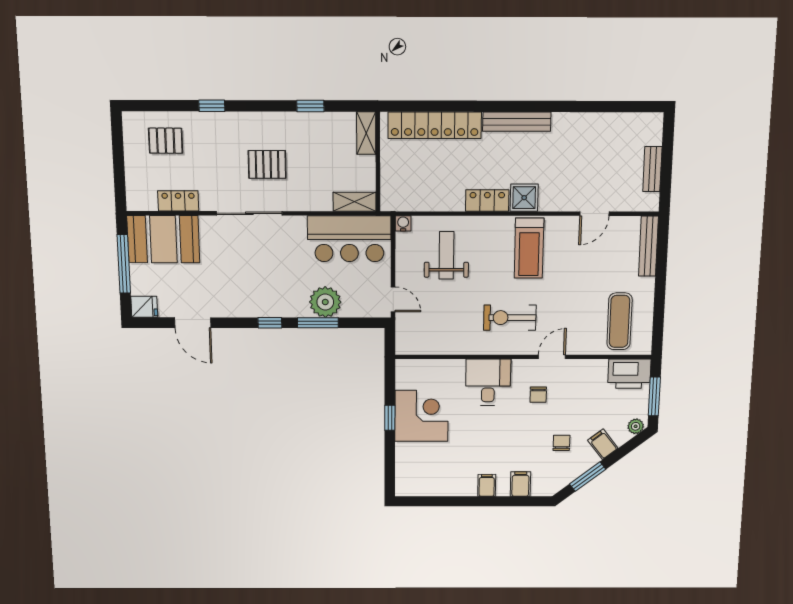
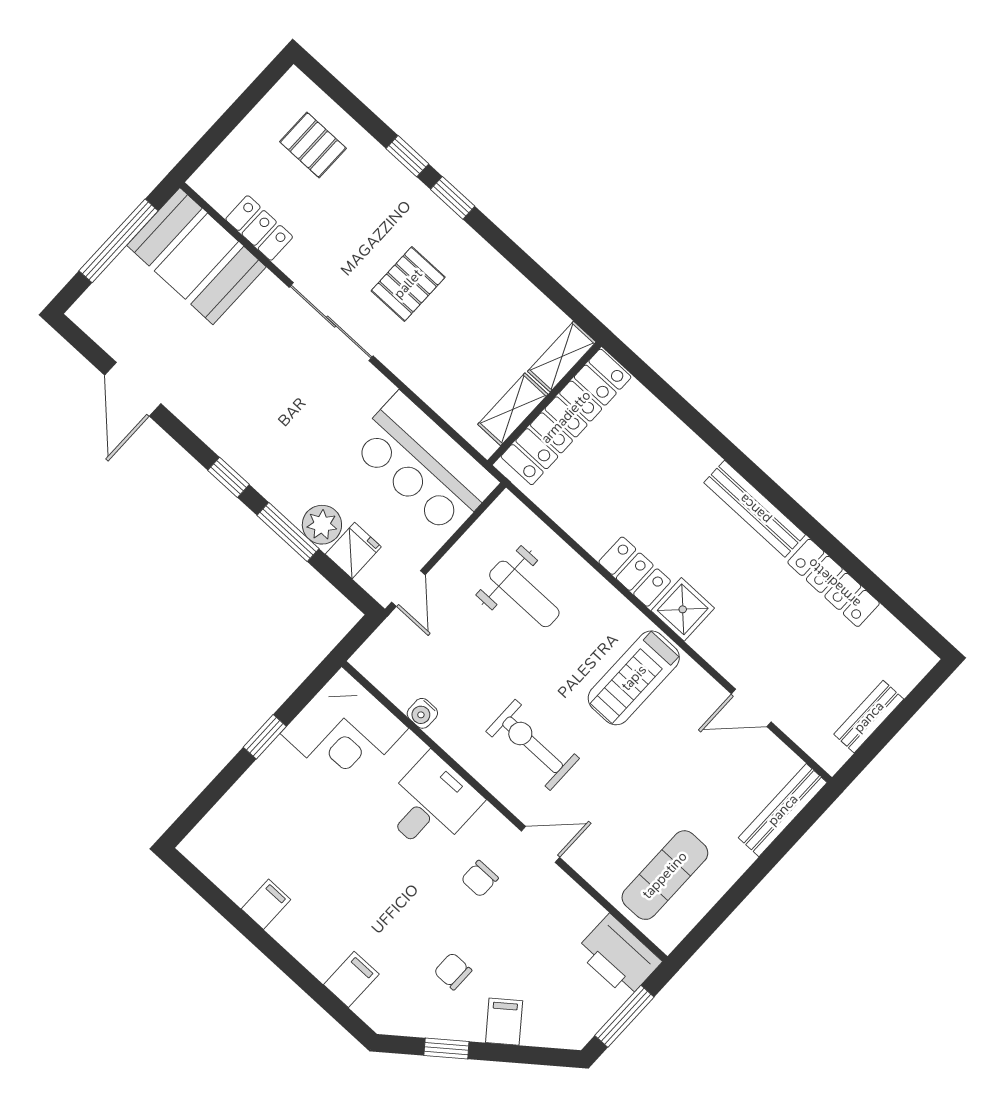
window: (310, 106) -> (453, 198), moved
locker: (583, 123) -> (834, 583), added
locker: (435, 125) -> (566, 417), moved, turned -90
pallet: (267, 164) -> (408, 284), turned 90
shelving: (355, 202) -> (513, 409), moved, turned 90
water cooler: (403, 223) -> (422, 713), moved, turned 180
weight bench: (447, 255) -> (524, 594), turned 90
plant: (325, 302) -> (322, 525), width x0.73, depth x0.73
fridge: (144, 307) -> (353, 550), moved, turned -90
corner desk: (422, 416) -> (344, 731), moved, turned 90
plant: (636, 426) -> (567, 1035), removed
chair: (561, 443) -> (453, 971), turned -90
window: (588, 477) -> (446, 1048), width x0.67
filing cabinet: (487, 485) -> (266, 904), moved

